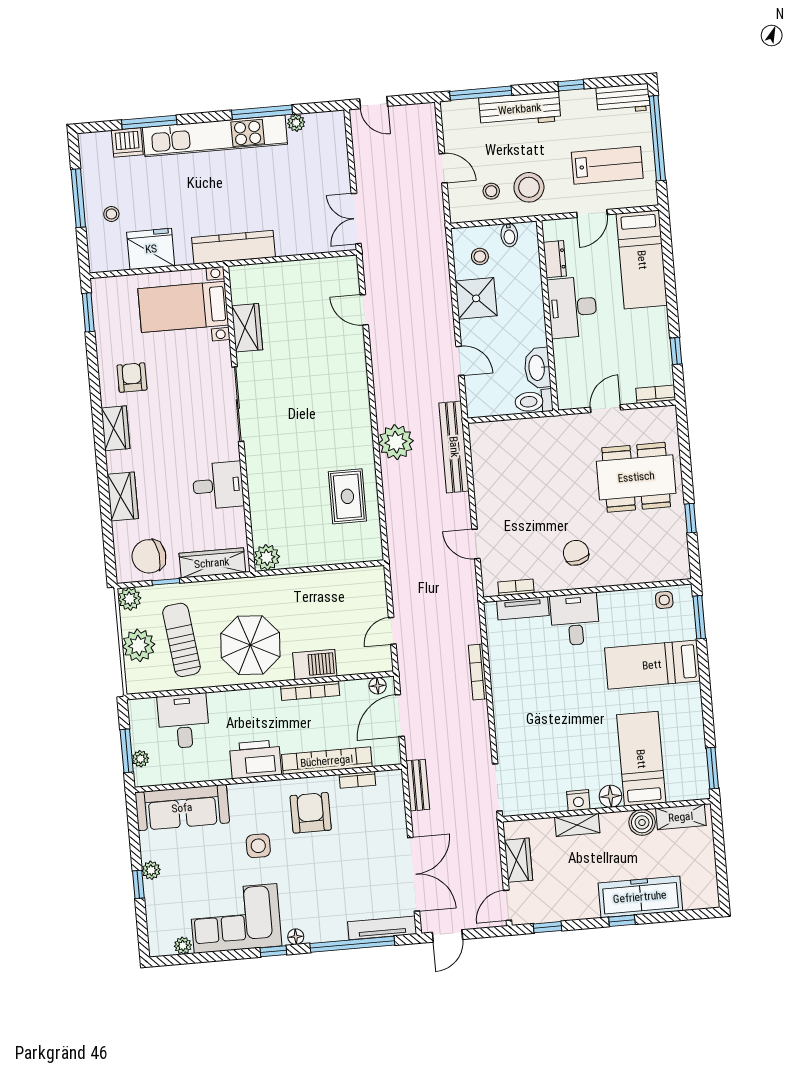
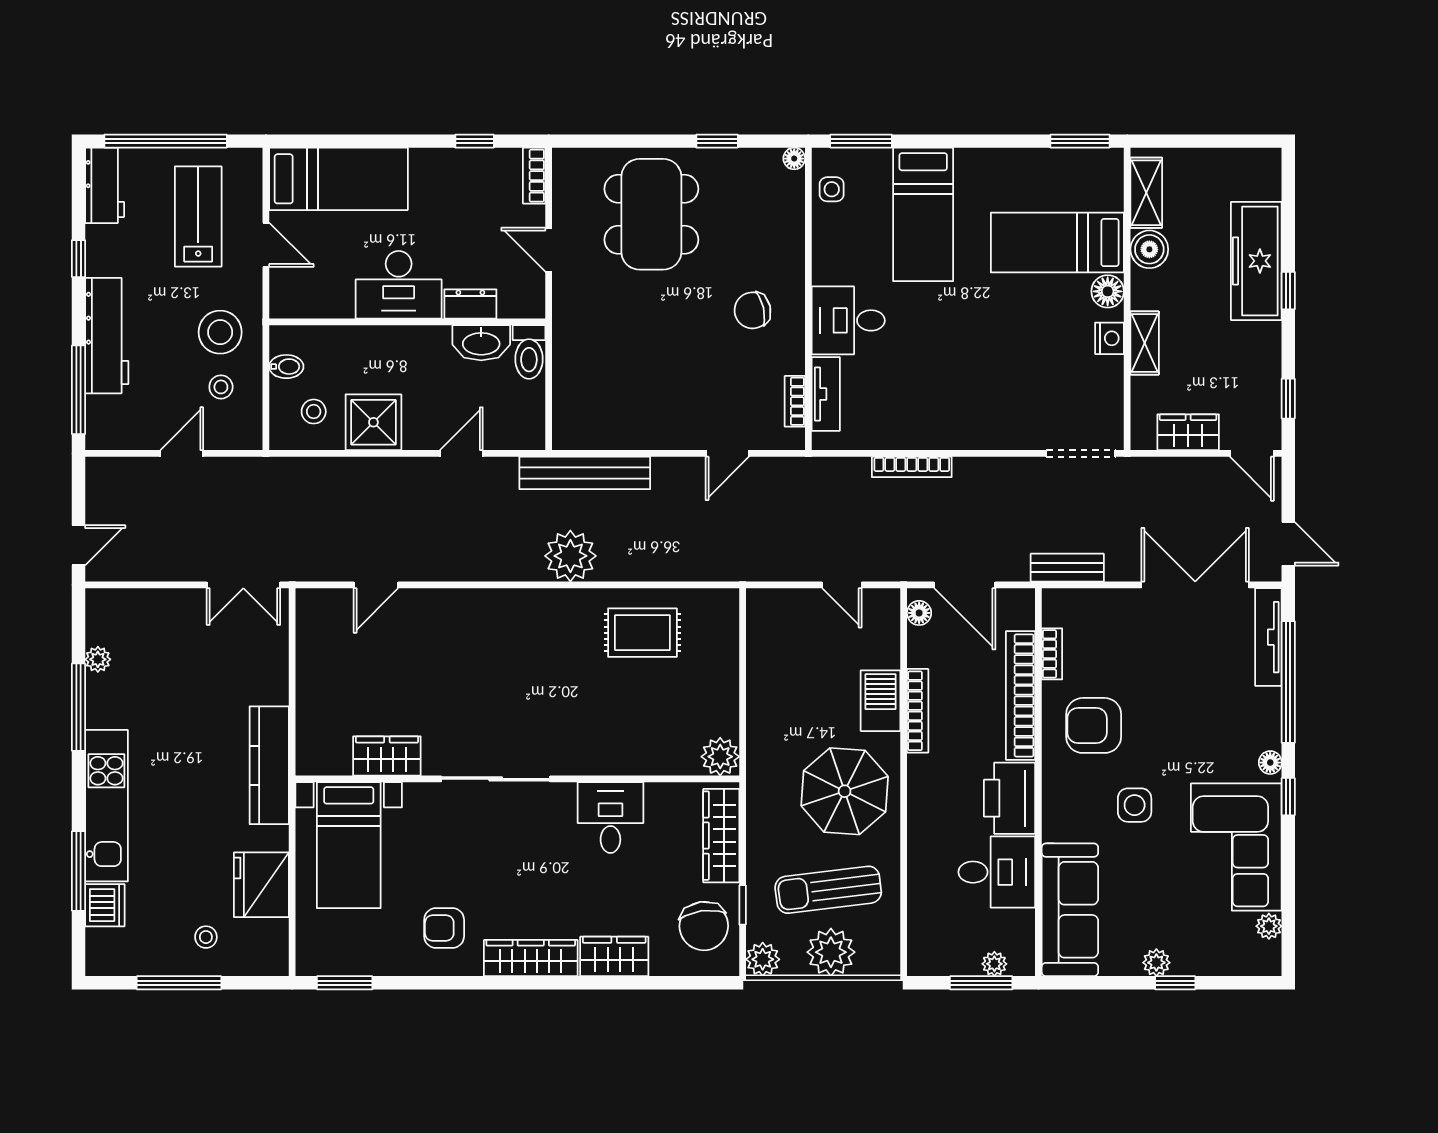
kitchen unit: (215, 136) -> (106, 806), width x0.73
dresser: (555, 259) -> (470, 304), moved
wardrobe: (116, 428) -> (531, 958), width x1.50
floor lamp: (683, 572) -> (794, 159), added
desk: (183, 721) -> (997, 872), moved, turned 180

